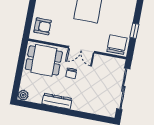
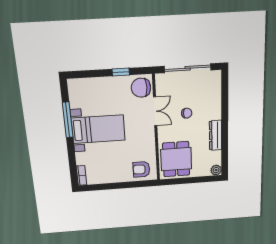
armchair: (43, 26) -> (141, 169), turned -90
double door: (81, 50) -> (155, 111), moved
chair: (71, 73) -> (187, 113), moved

